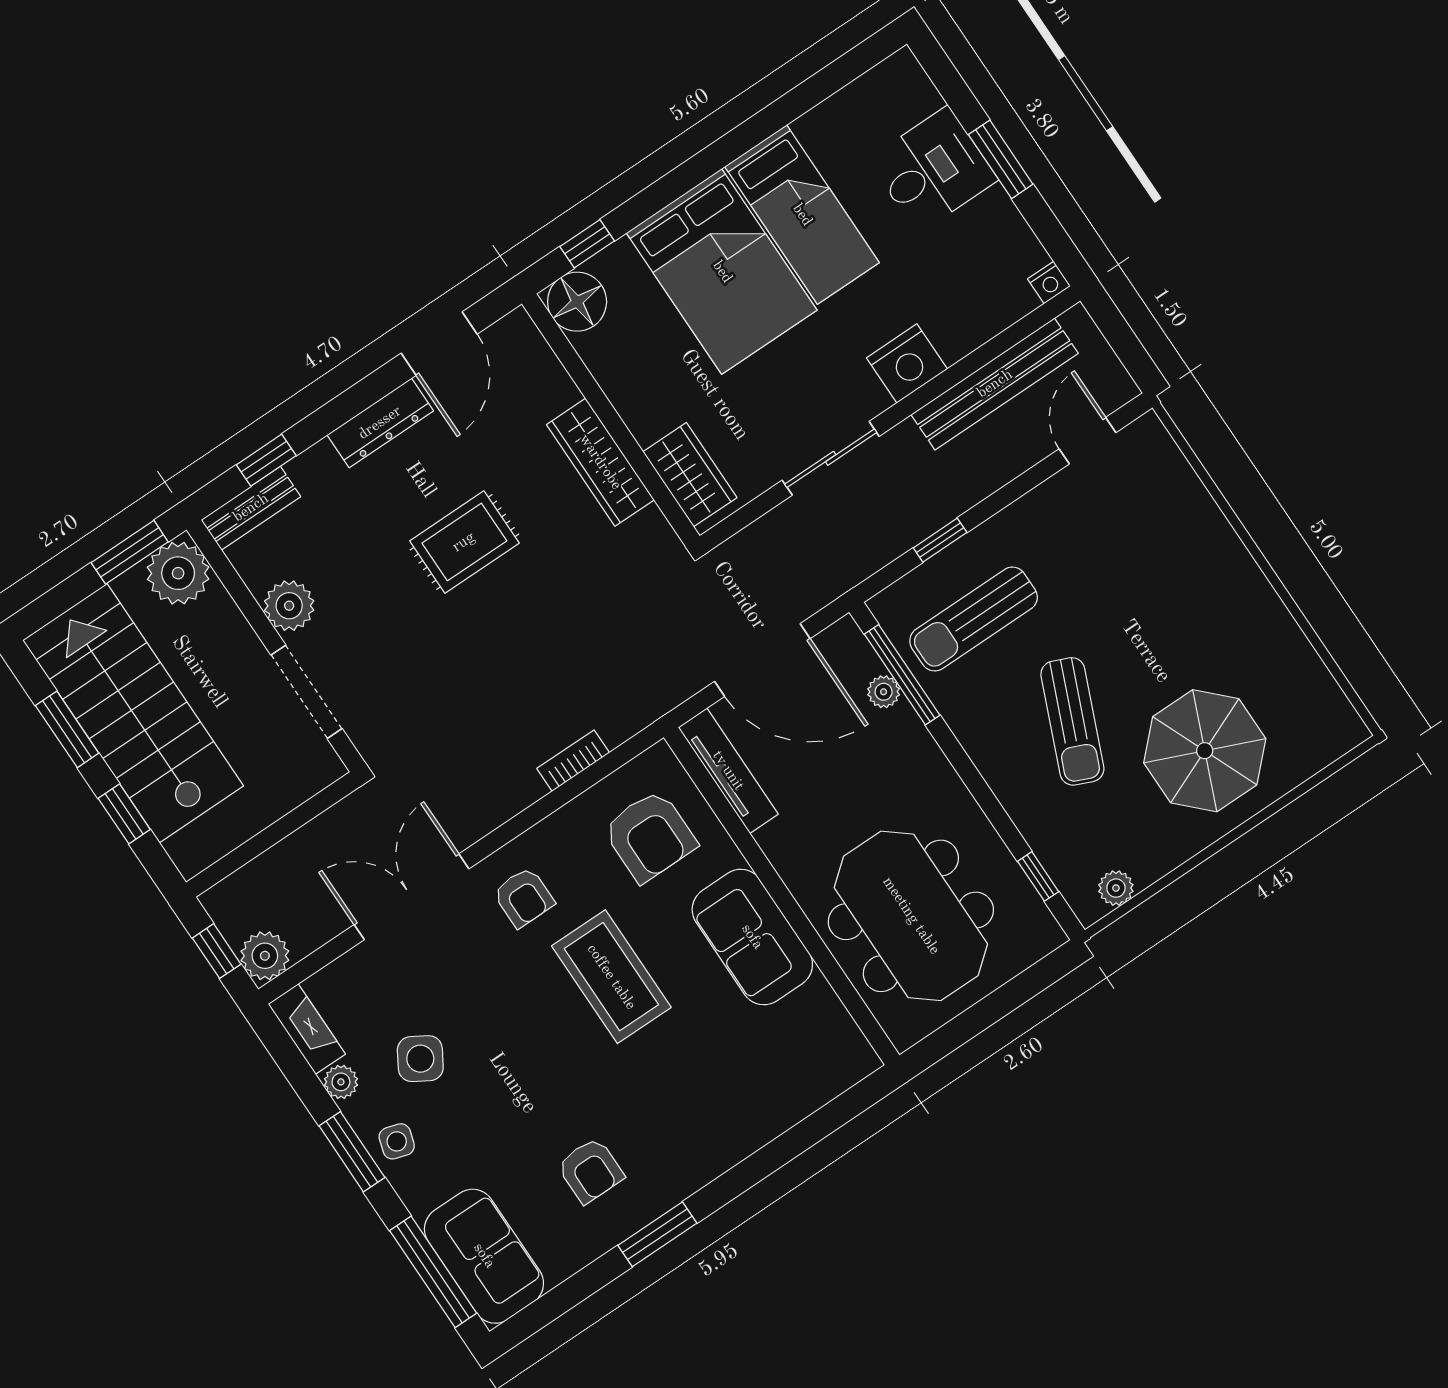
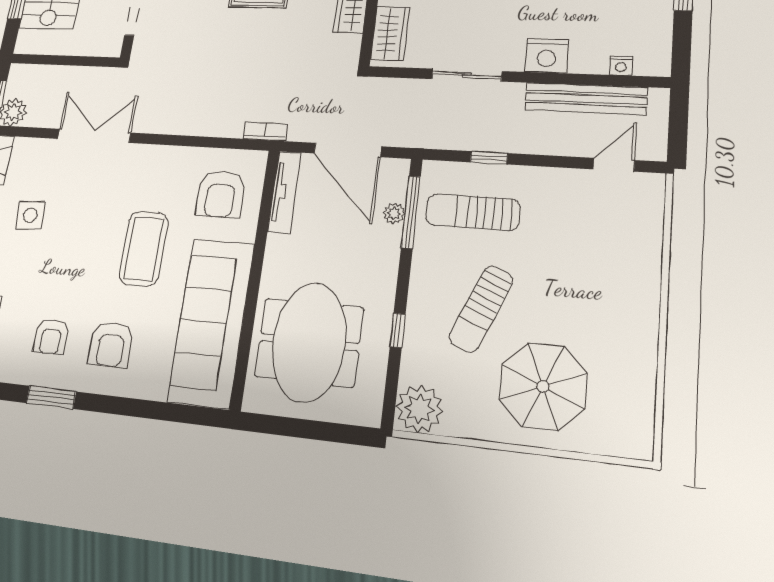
nightstand: (1049, 283) -> (621, 66), moved
bookcase: (573, 761) -> (265, 132), moved
window: (1038, 876) -> (398, 330), moved
plant: (1116, 888) -> (419, 409), width x1.88, depth x1.88
armchair: (524, 897) -> (111, 344), moved, width x1.38, depth x1.38
sofa: (752, 937) -> (211, 322), width x1.85, depth x1.27
side table: (420, 1059) -> (30, 215), turned -35

